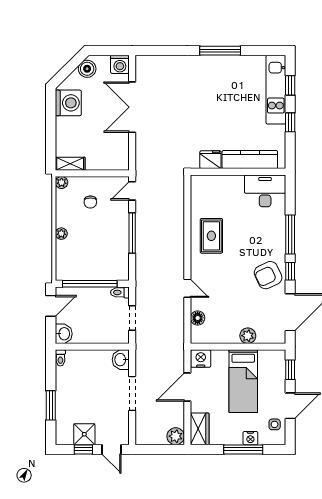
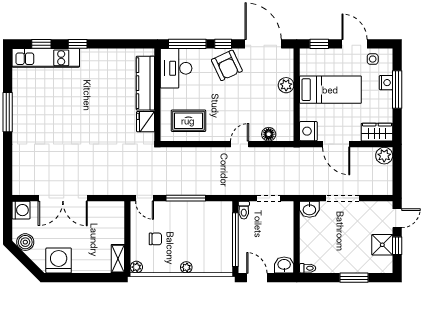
fridge: (210, 160) -> (146, 122), moved
kitchen counter: (250, 160) -> (145, 83), moved
wall: (238, 172) -> (157, 95), moved
desk: (265, 191) -> (176, 68), moved

